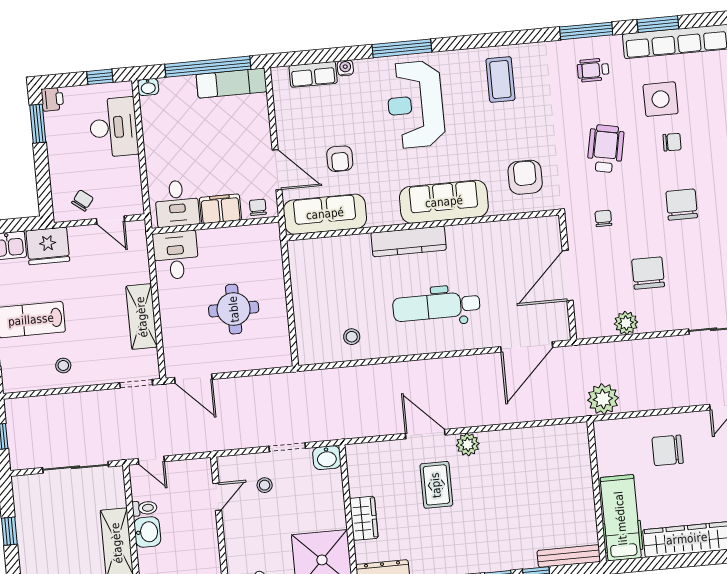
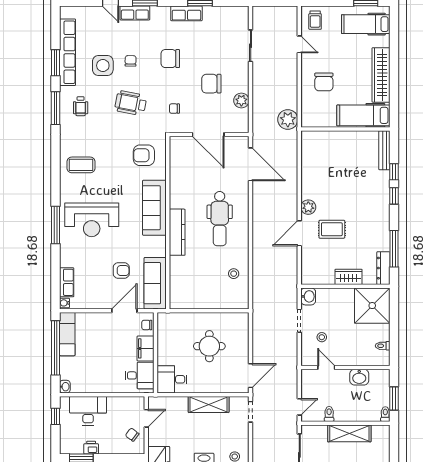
water cooler: (345, 68) -> (64, 303), moved
printer: (52, 99) -> (91, 448), moved
washbasin: (147, 532) -> (359, 377), moved, turned 180

